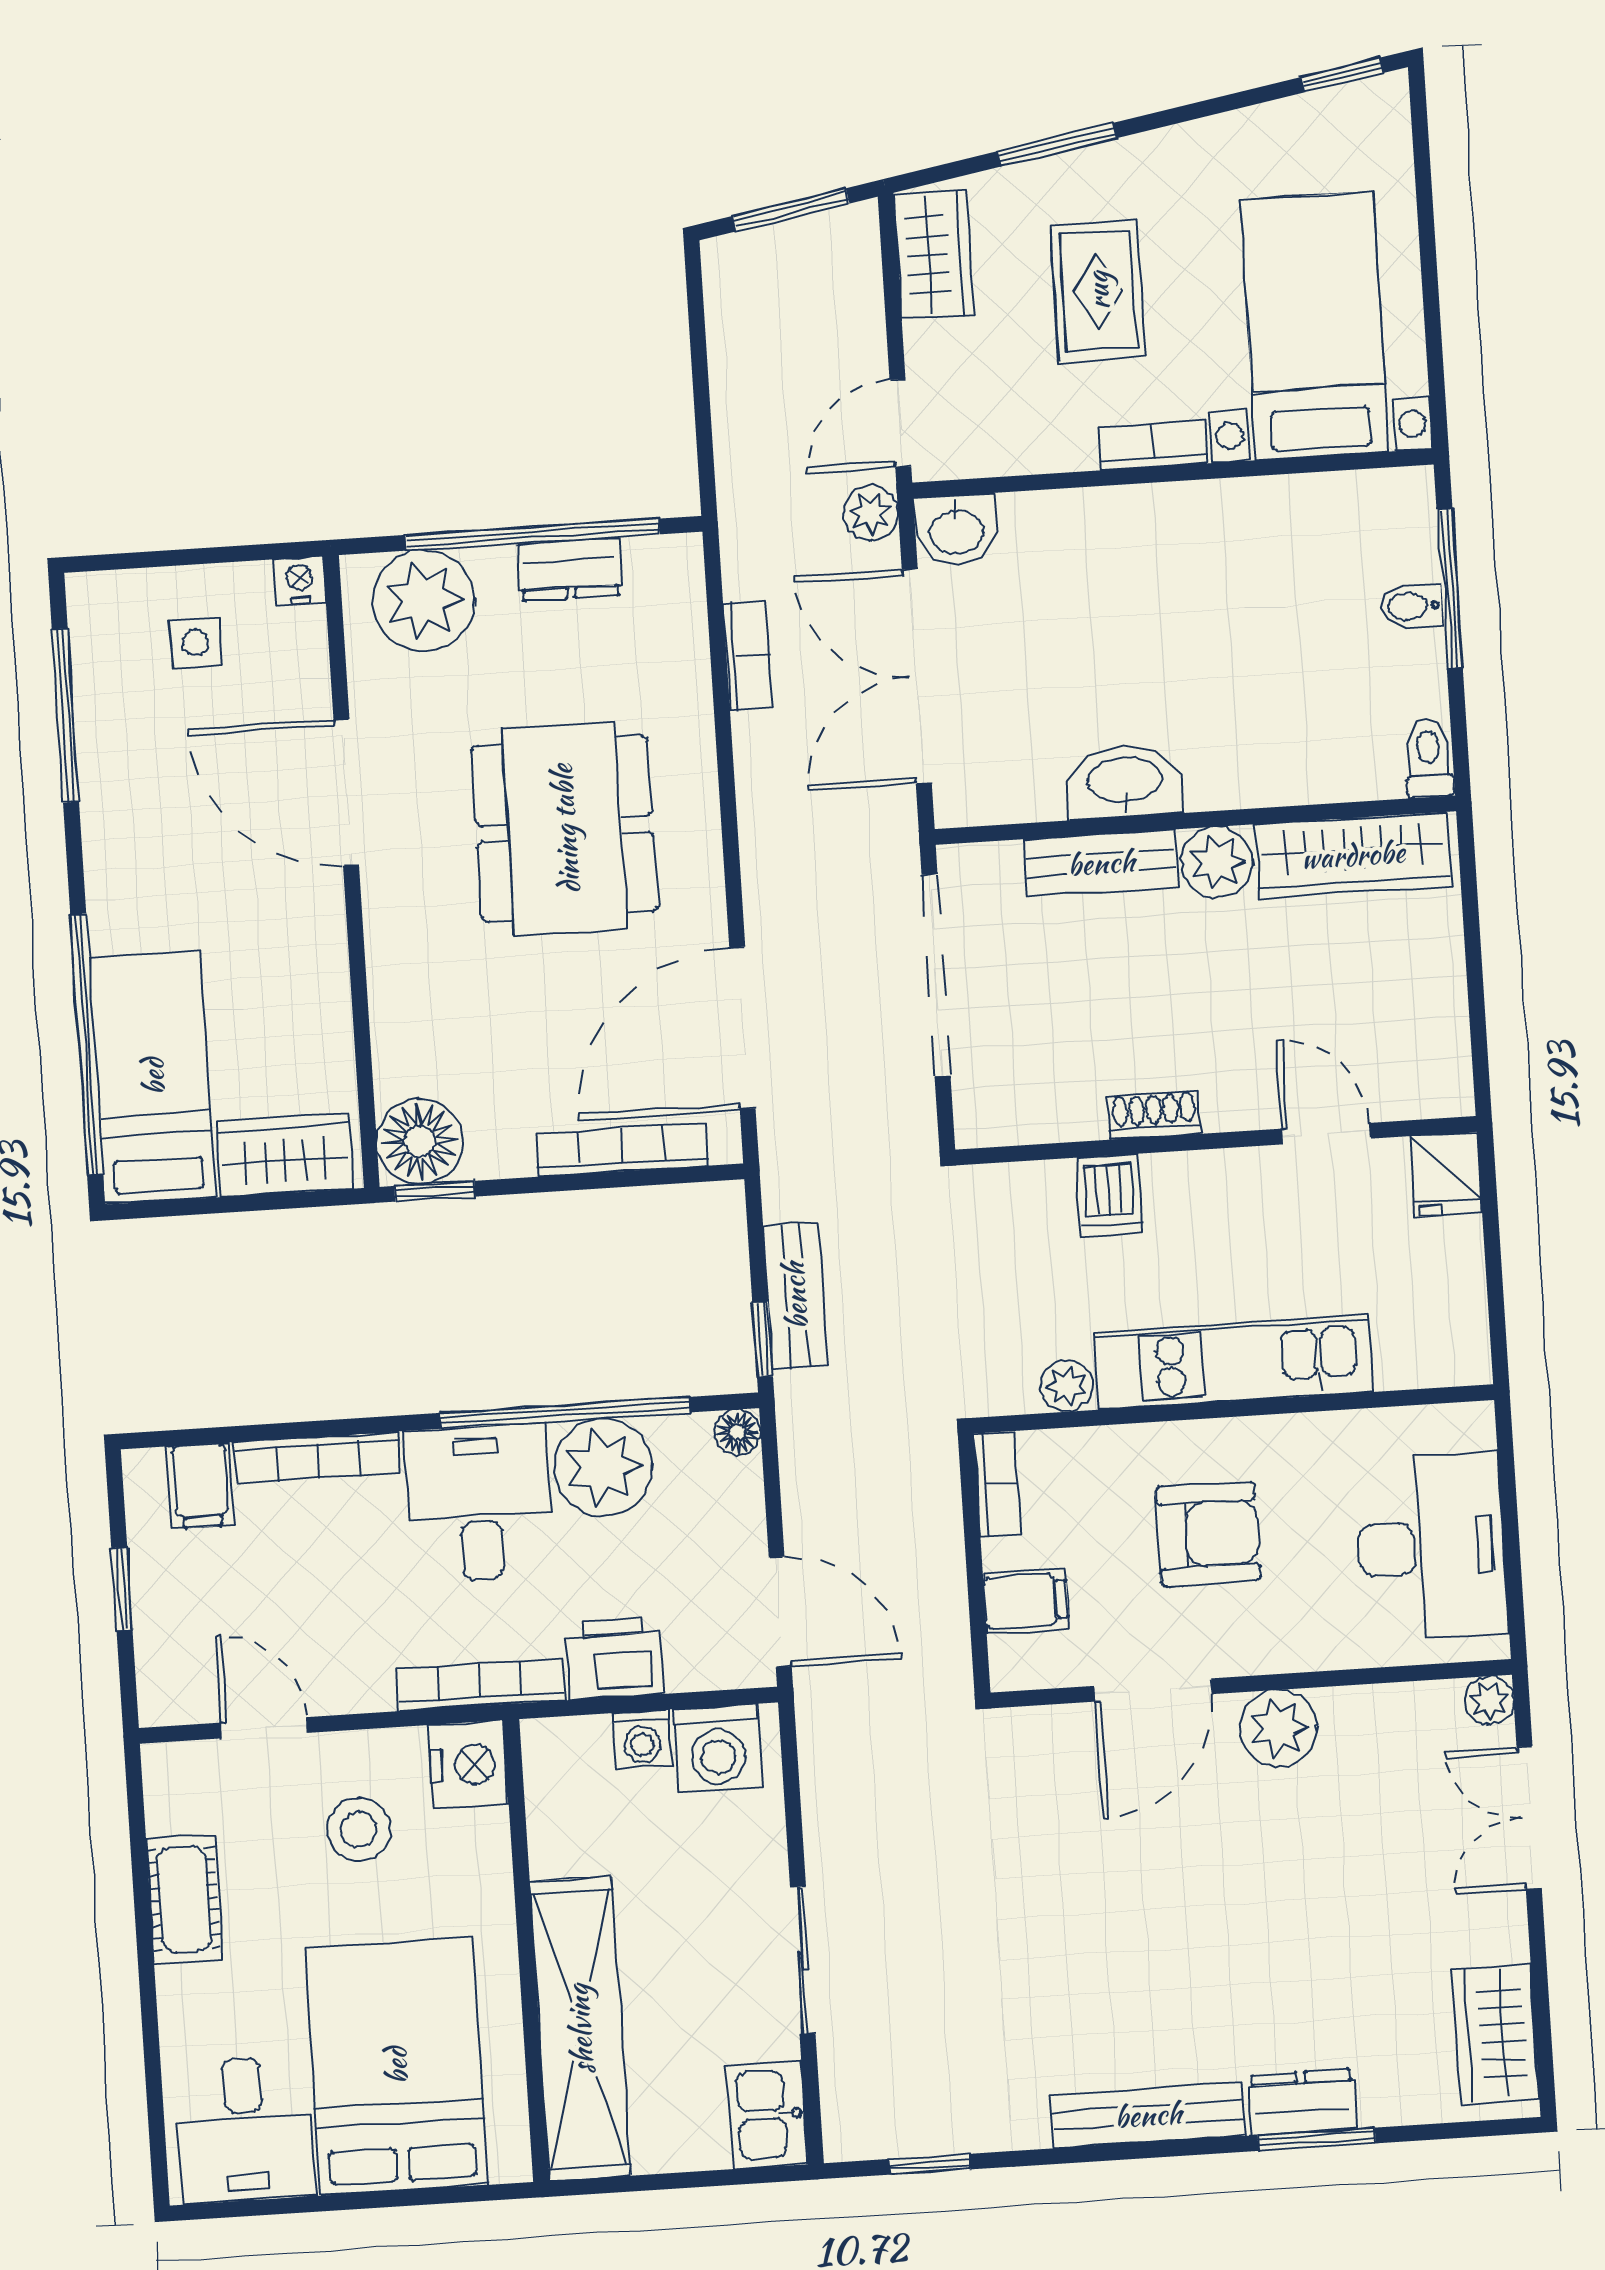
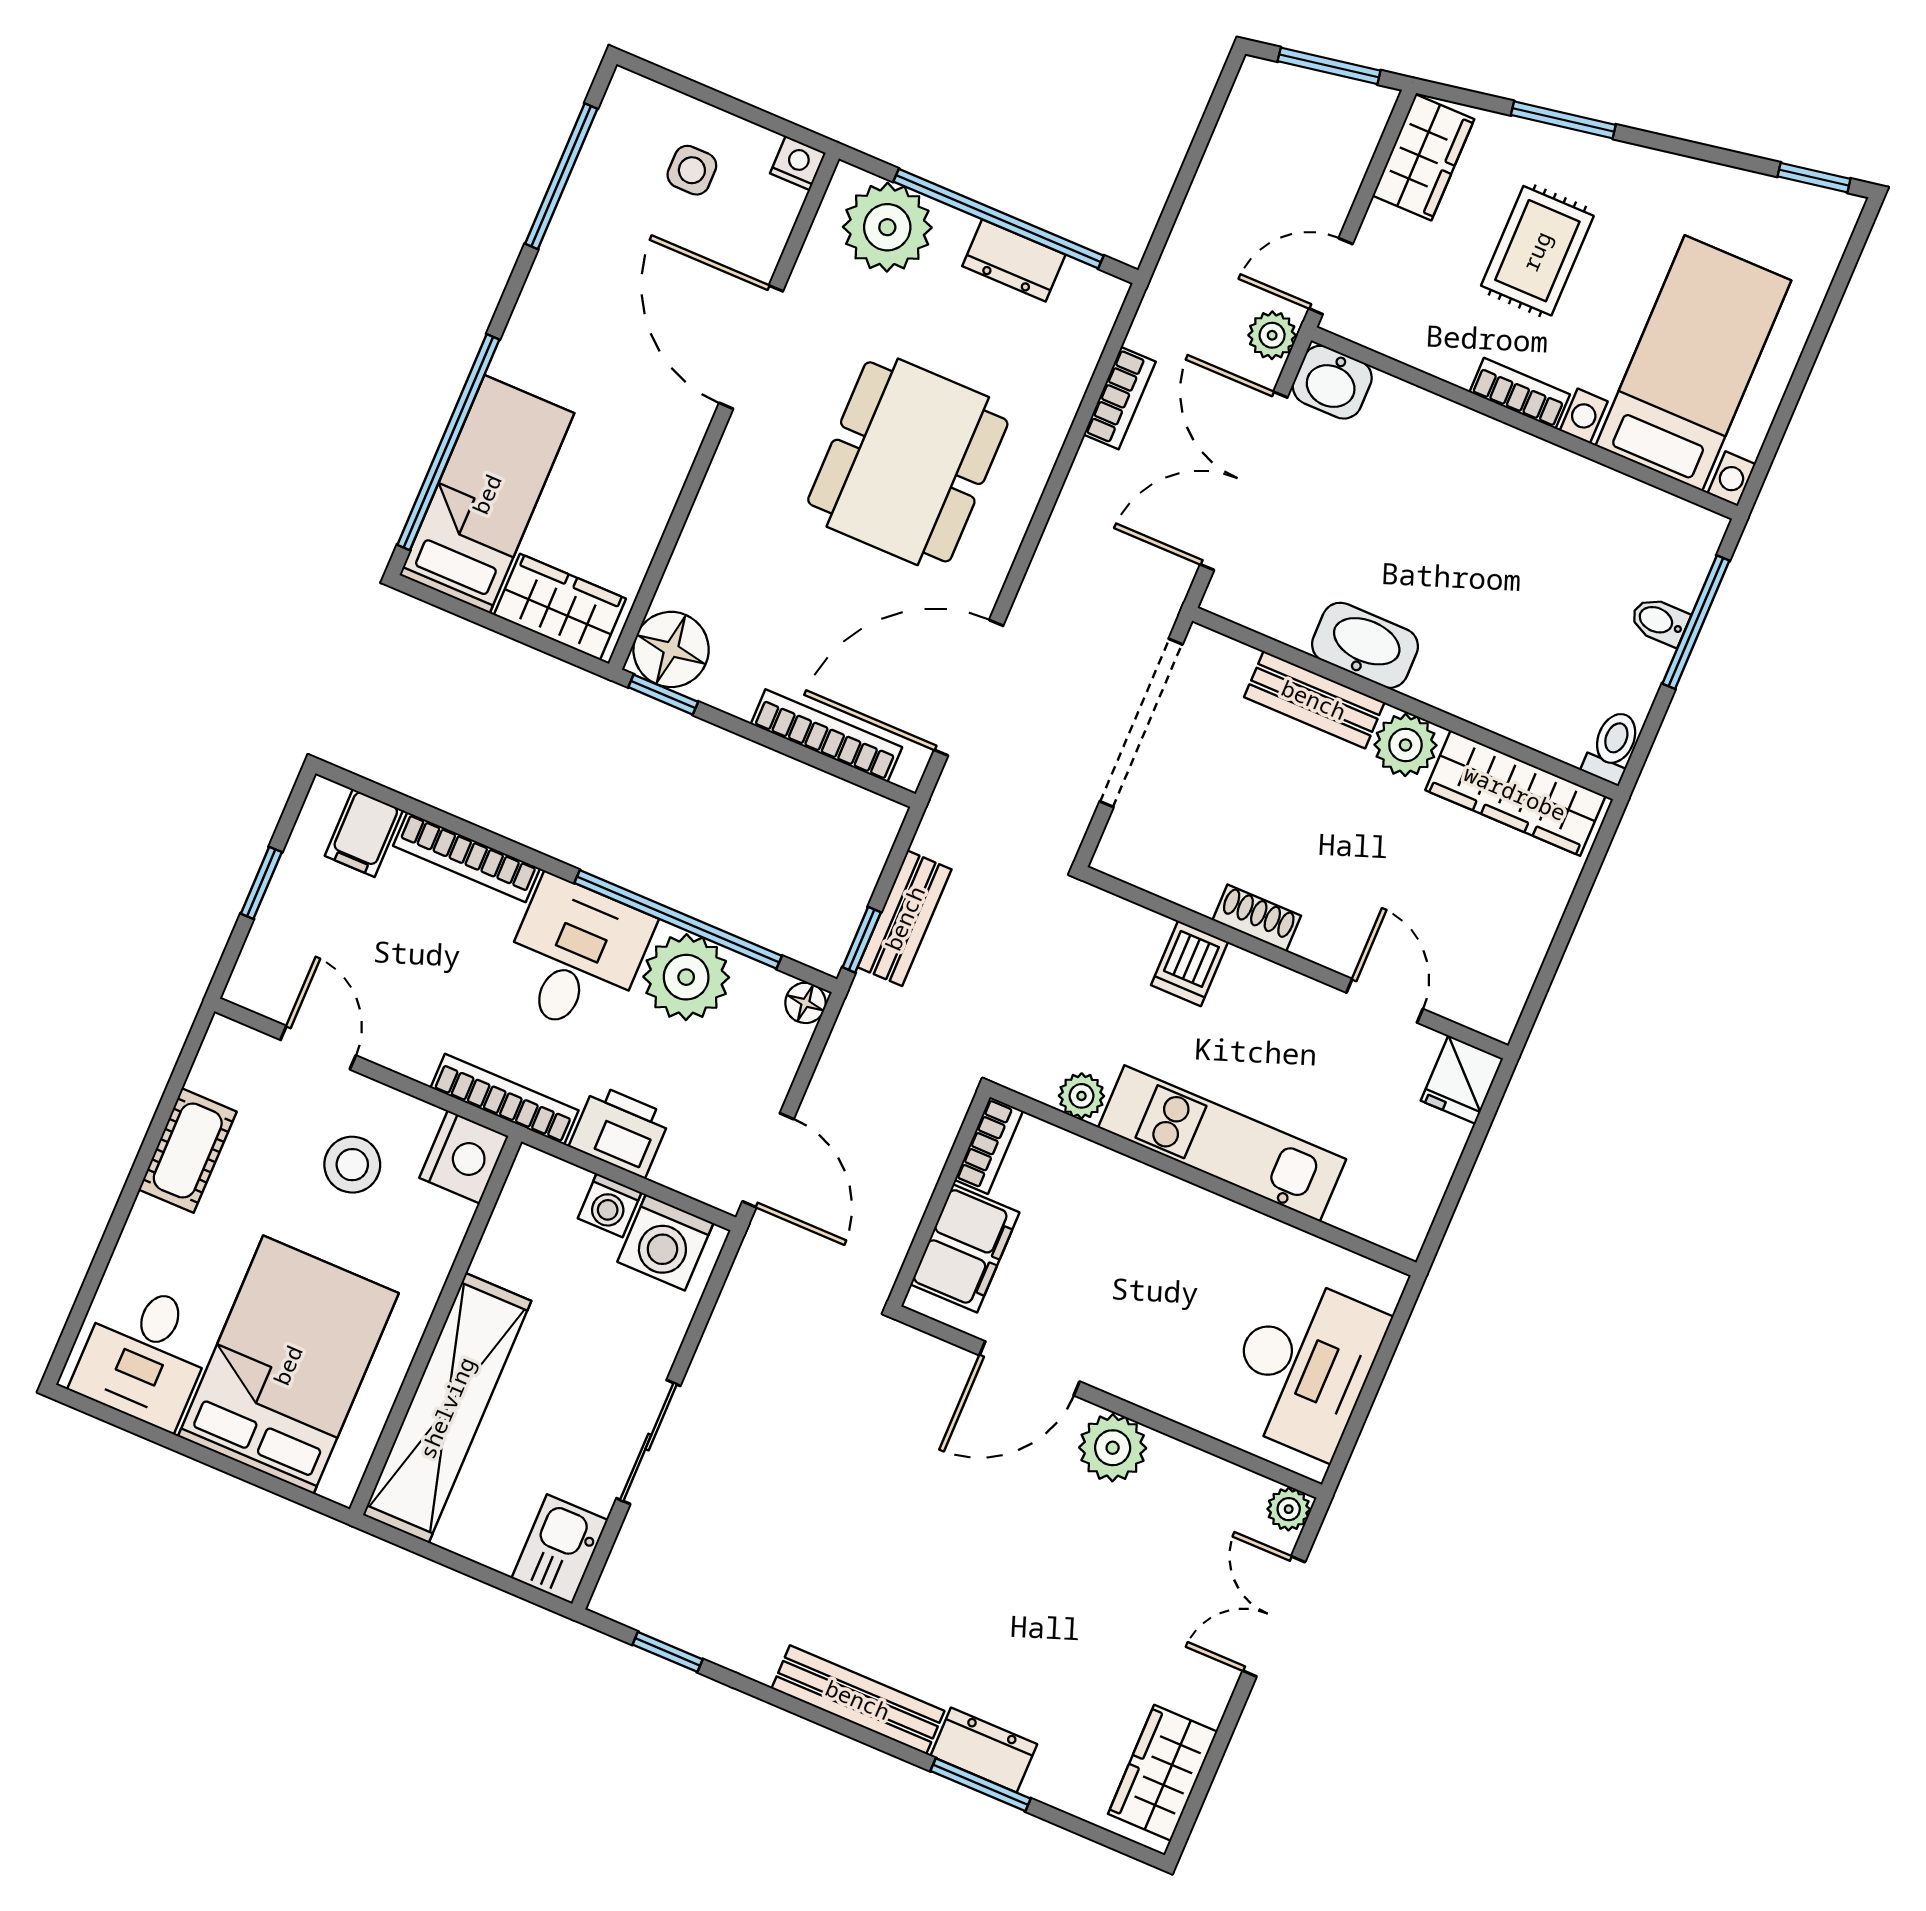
armchair: (1208, 1534) -> (1134, 1268), removed
filing cabinet: (1026, 1601) -> (965, 1248), width x2.00

